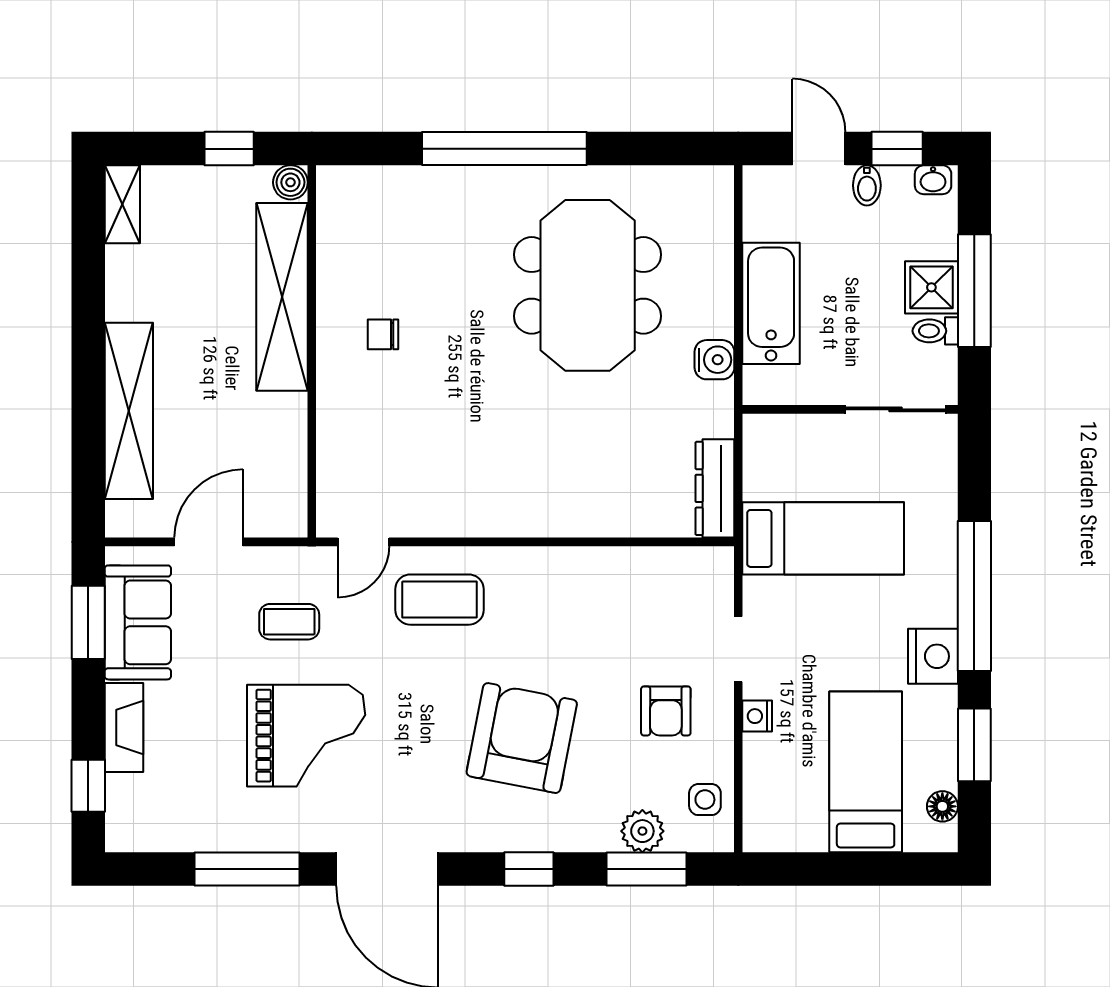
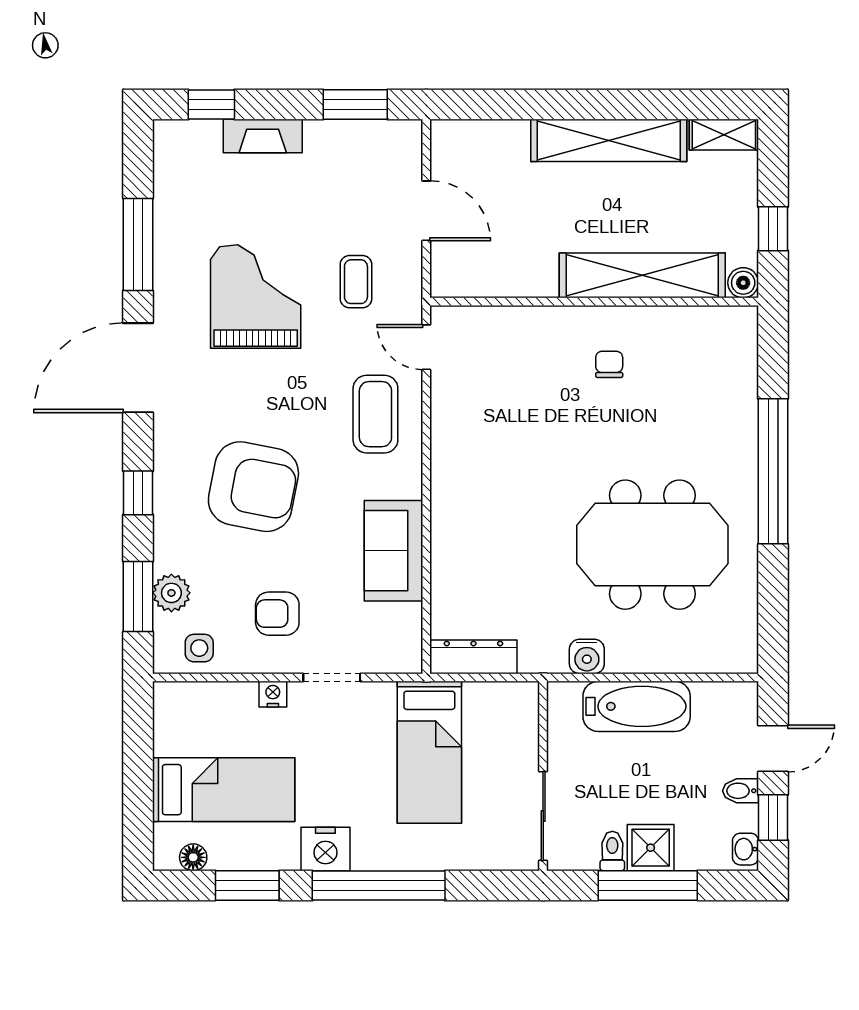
shelving: (129, 411) -> (609, 140), moved
sofa: (138, 622) -> (394, 551), moved, turned 90
grand piano: (306, 736) -> (256, 297), turned 180

